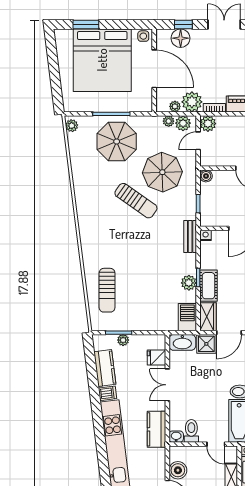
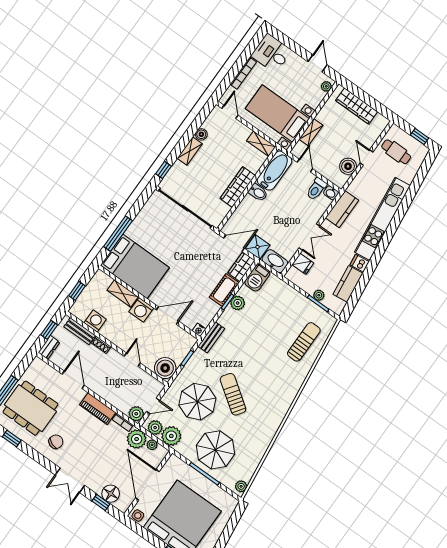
plant: (169, 121) -> (171, 436), width x1.87, depth x1.87
boiler: (206, 176) -> (165, 368), width x1.86, depth x1.86

